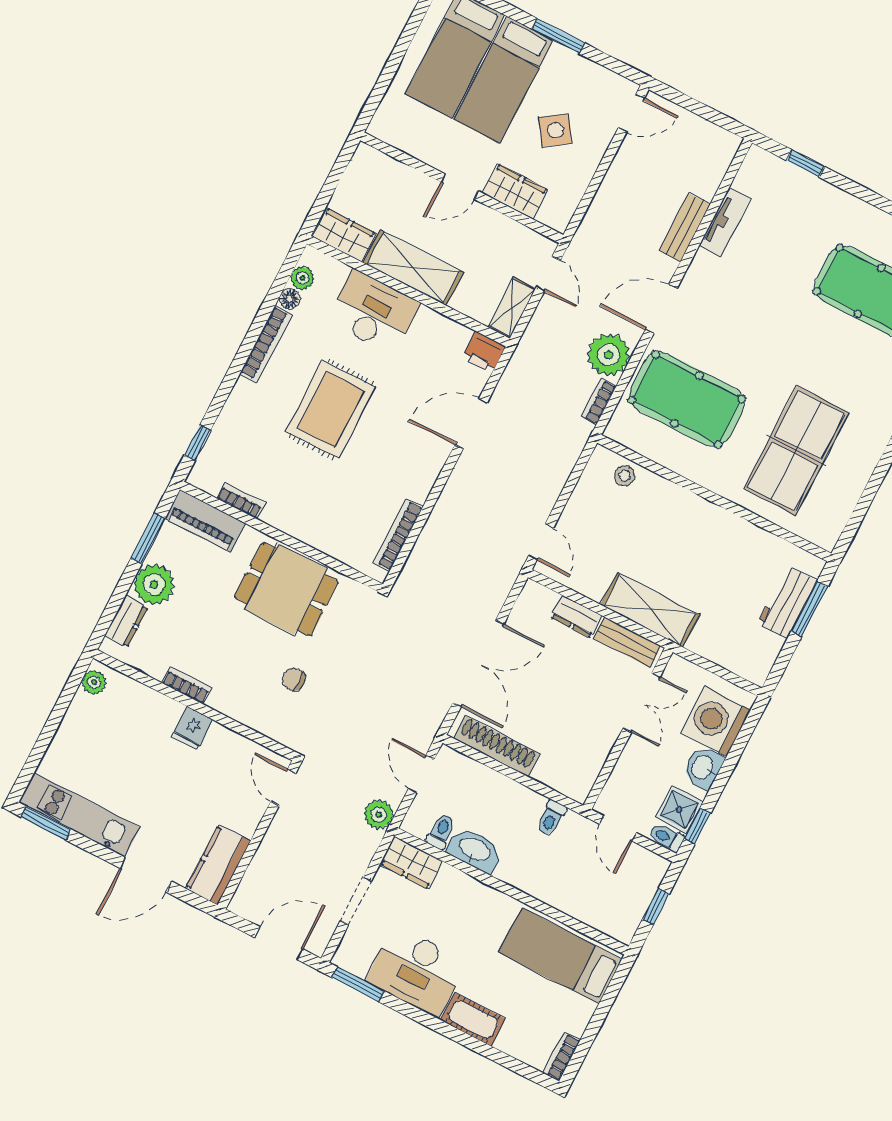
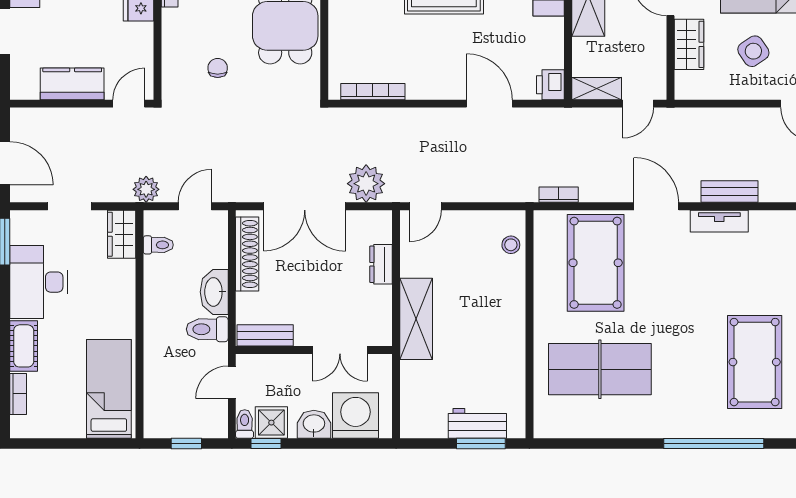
tv unit: (725, 222) -> (719, 221), moved
plant: (609, 355) -> (366, 184), moved
bench: (627, 642) -> (265, 335), moved, turned 90
toilet: (551, 818) -> (207, 329), width x1.37, depth x1.39
washbasin: (475, 850) -> (214, 292), moved, turned 180
kitchen counter: (218, 865) -> (72, 84), moved
bookcase: (561, 1056) -> (18, 394), moved, turned 90

